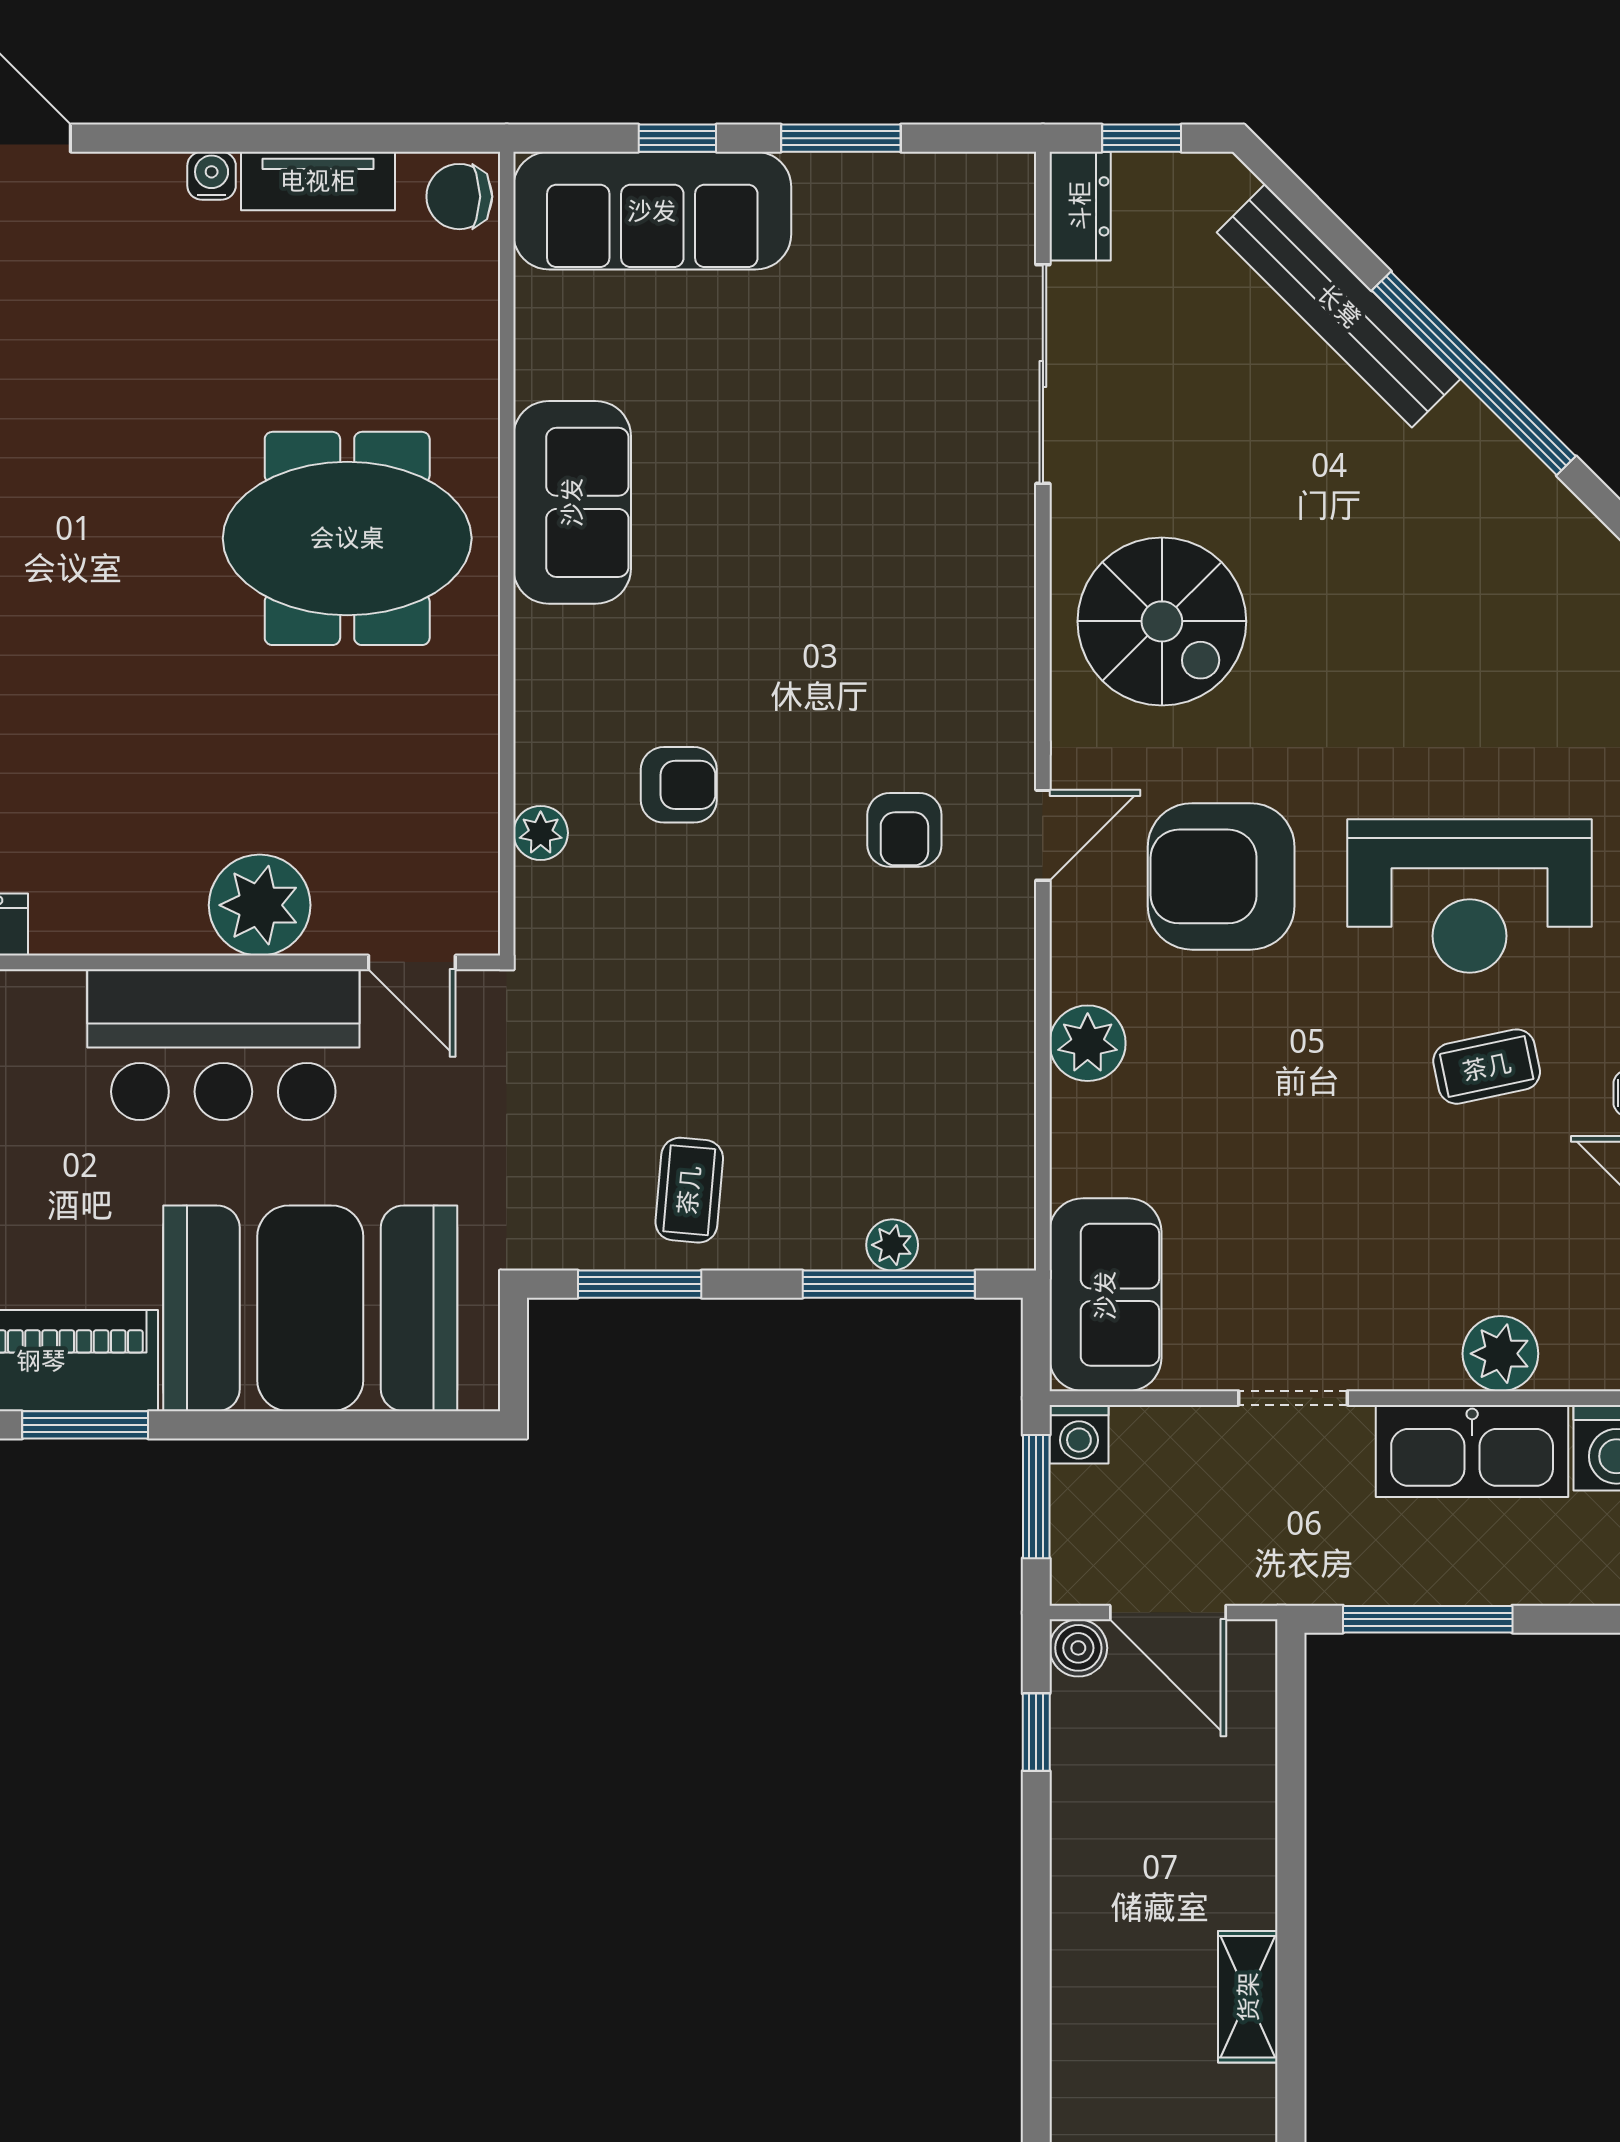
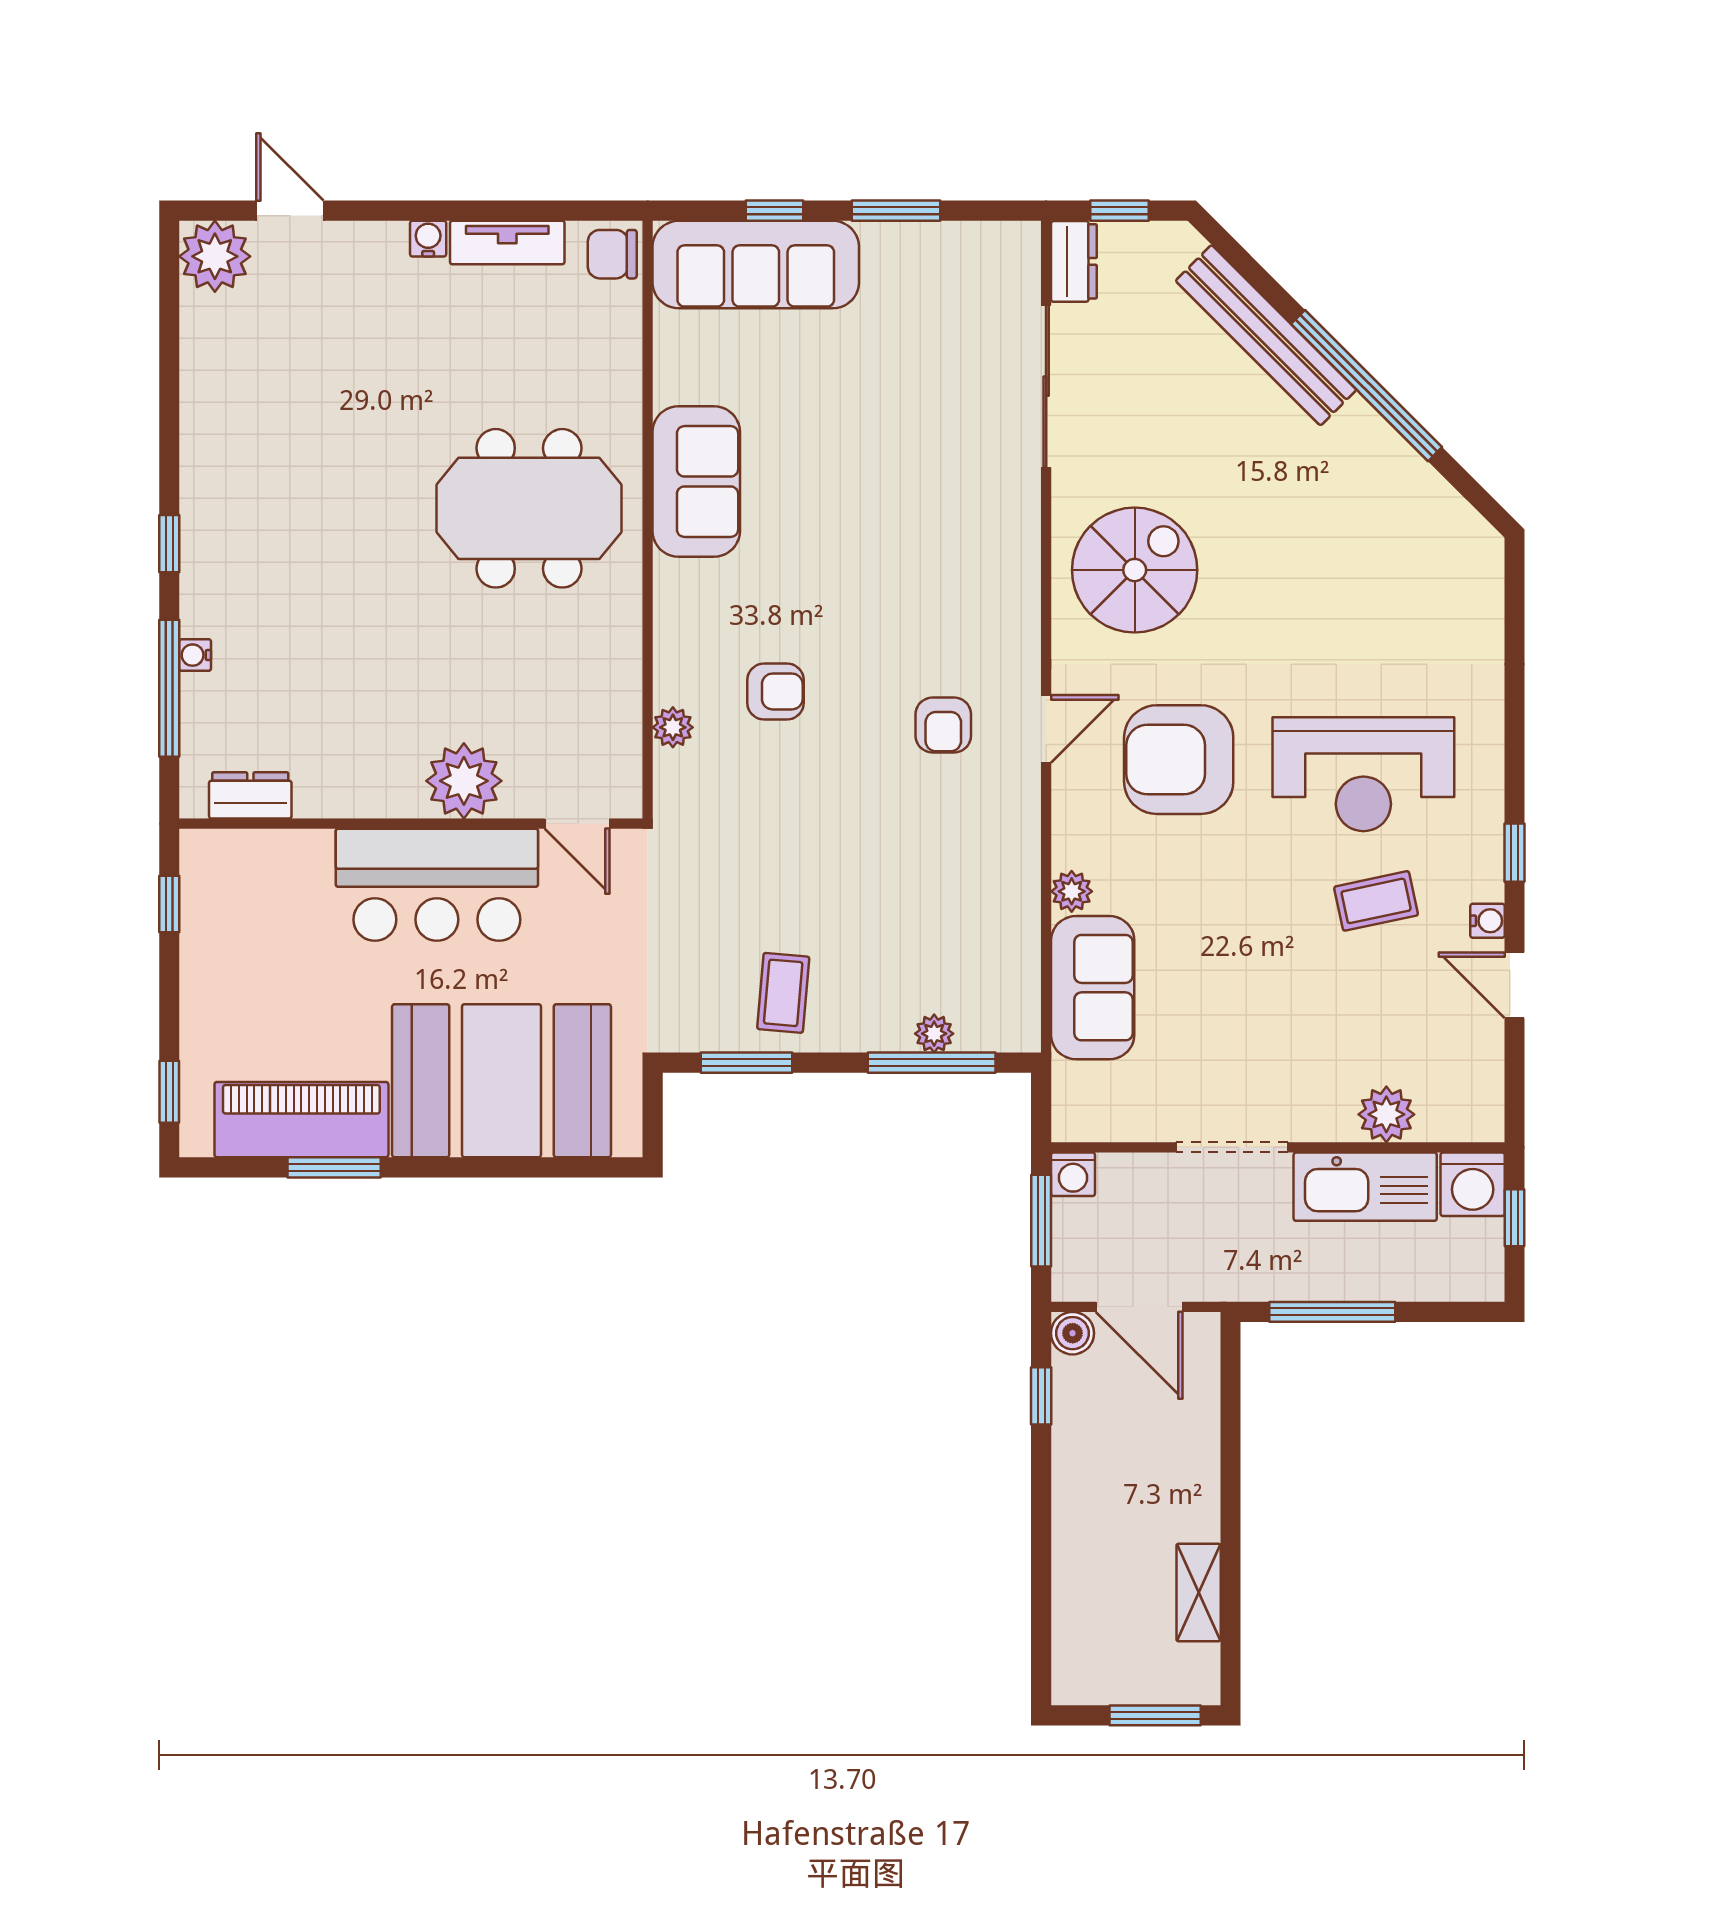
spiral stairs: (1162, 621) -> (1135, 570), turned -90
plant: (1088, 1043) -> (1072, 891), width x0.73, depth x0.73
sofa: (1105, 1295) -> (1093, 988), moved
doorway: (1293, 1398) -> (1232, 1147), width x1.38

